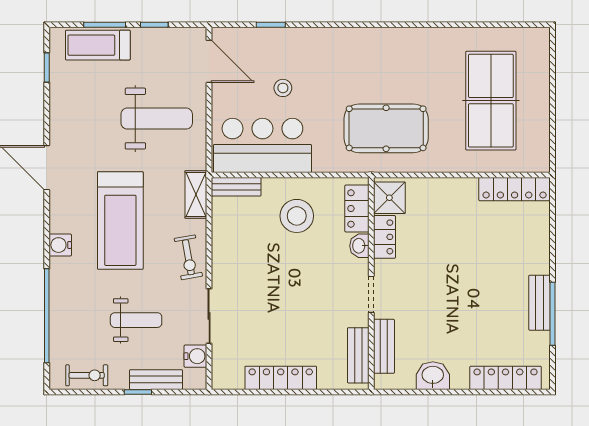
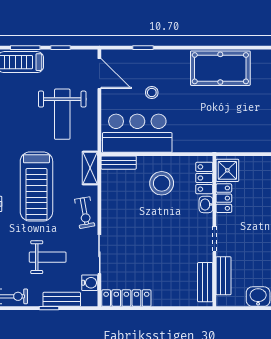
weight bench: (157, 119) -> (62, 114), turned 90
pool table: (386, 128) -> (220, 68), moved
locker: (281, 378) -> (126, 298), moved

